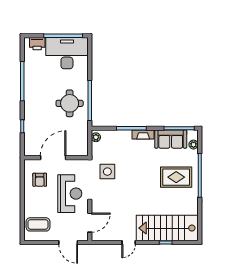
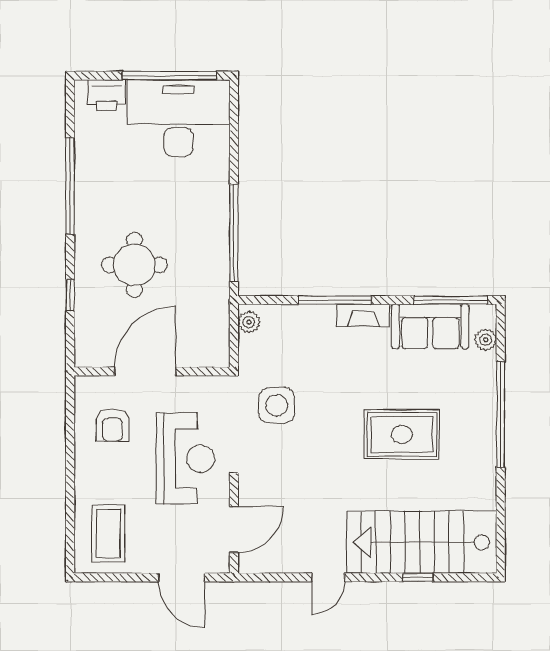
round table: (70, 103) -> (134, 265), moved
rug: (176, 177) -> (402, 435), moved
coffee table: (38, 224) -> (108, 534), turned 90

